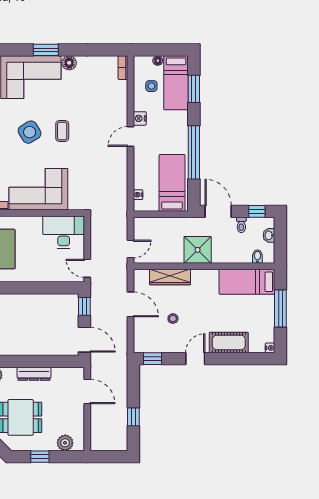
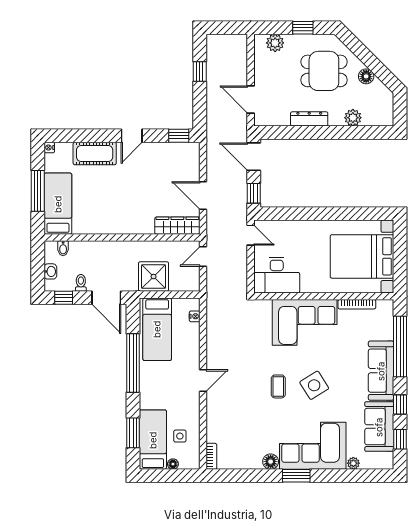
nightstand: (140, 118) -> (193, 400), removed
shower: (198, 250) -> (154, 277), moved
wardrobe: (170, 277) -> (177, 226), moved
bed: (247, 282) -> (58, 204), moved, turned -90
stool: (173, 319) -> (156, 180), removed

